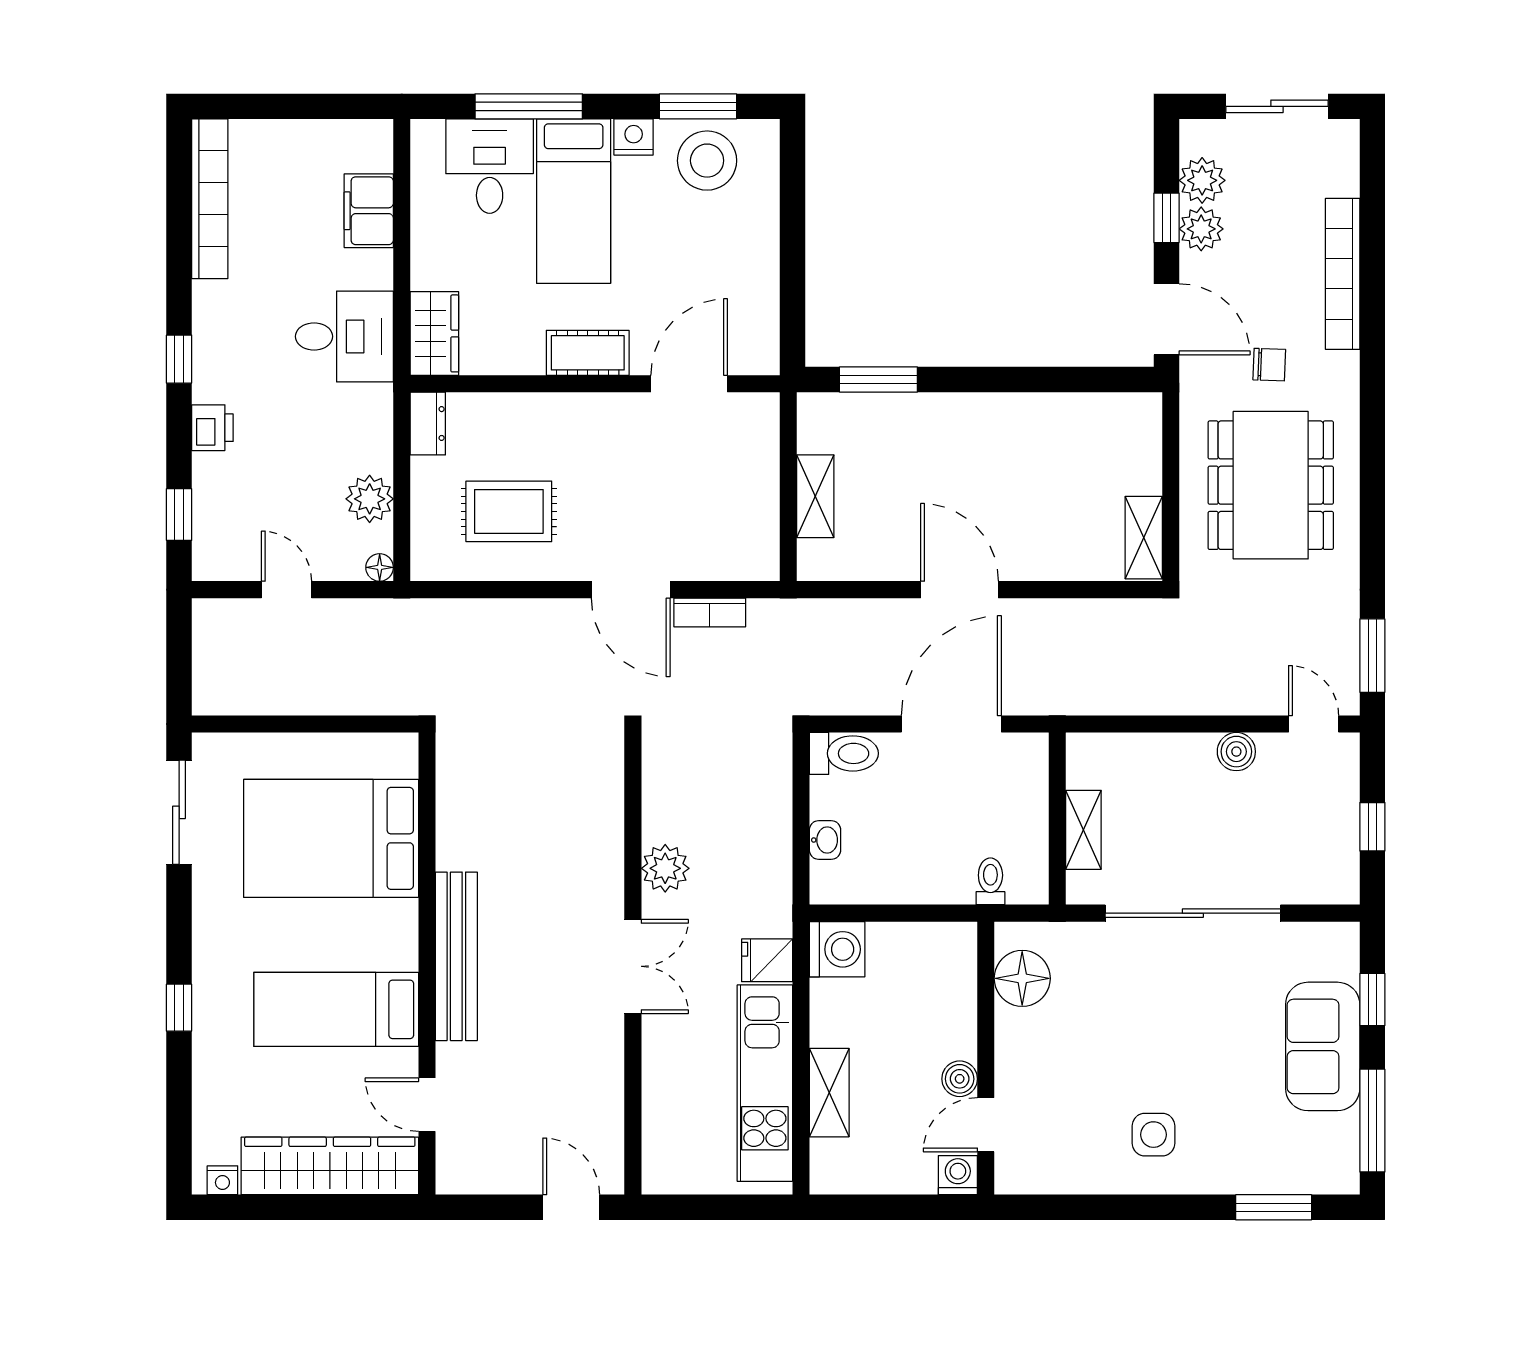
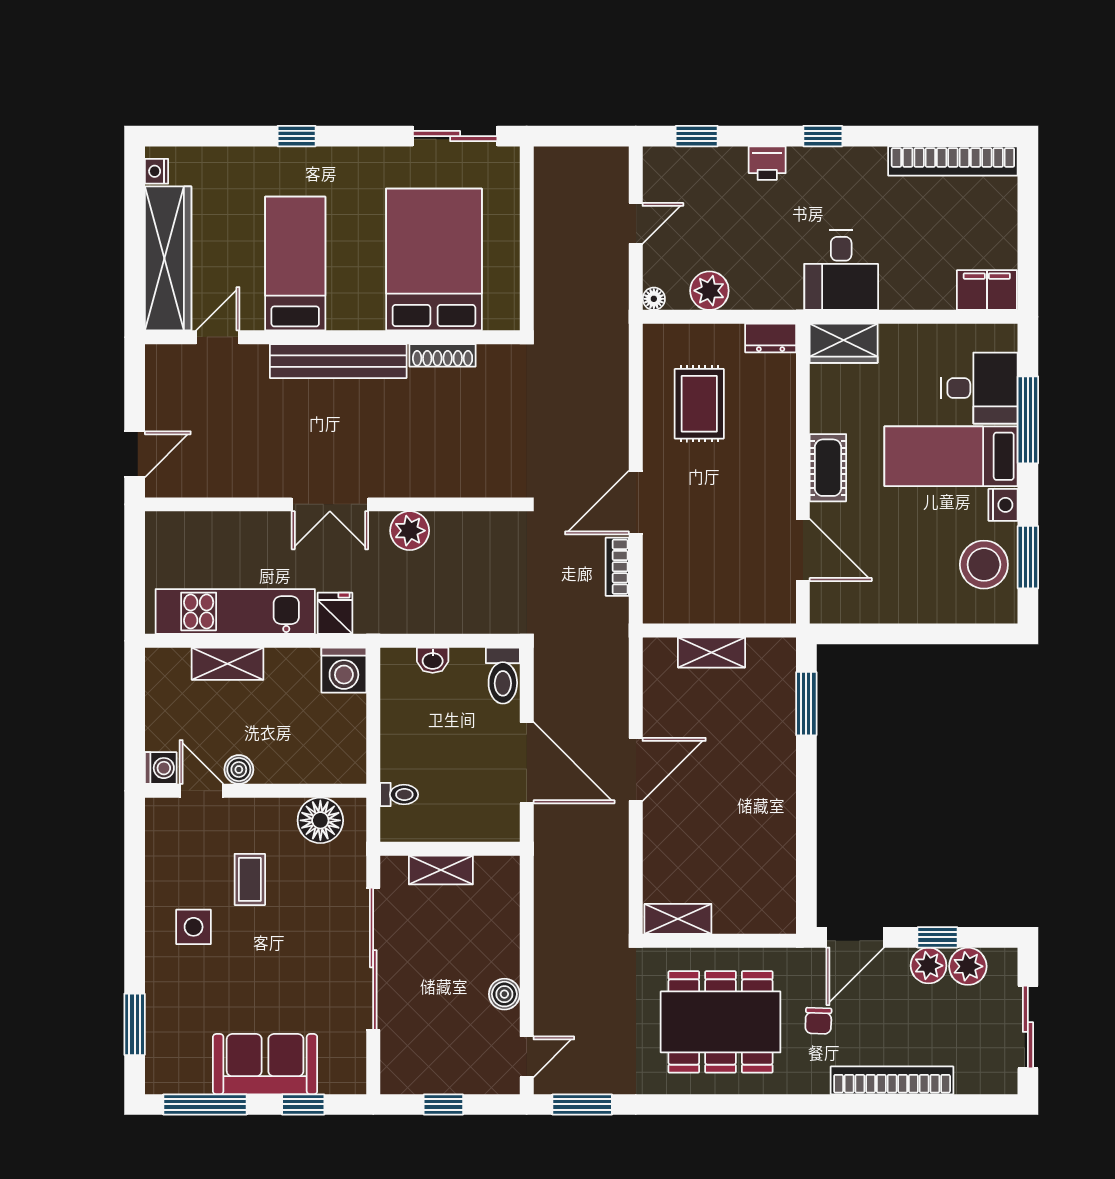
filing cabinet: (369, 211) -> (987, 290), moved
shoe rack: (449, 828) -> (443, 355), added
coffee table: (1095, 1065) -> (250, 879), added

